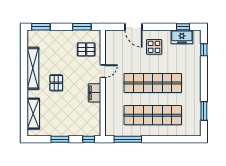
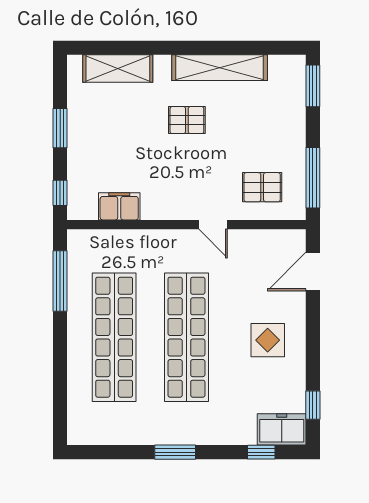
window: (82, 27) -> (313, 178), width x1.44
door: (134, 27) -> (313, 271), moved
freezer: (182, 37) -> (282, 429), moved, turned 90
pallet: (86, 49) -> (262, 187), turned 90
filing cabinet: (95, 93) -> (119, 206), moved
window: (204, 111) -> (175, 452), moved

